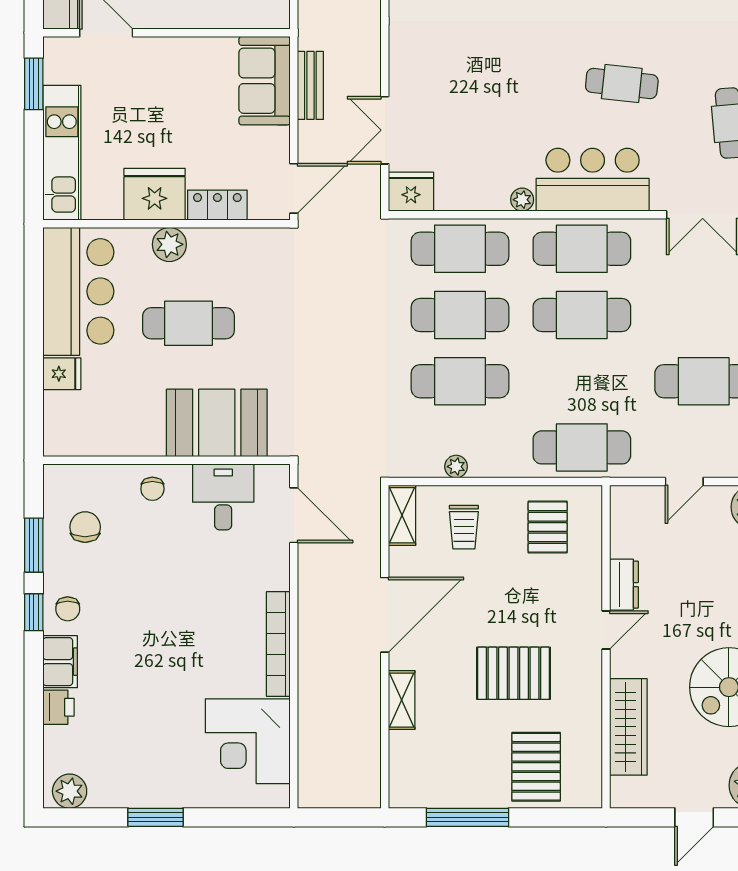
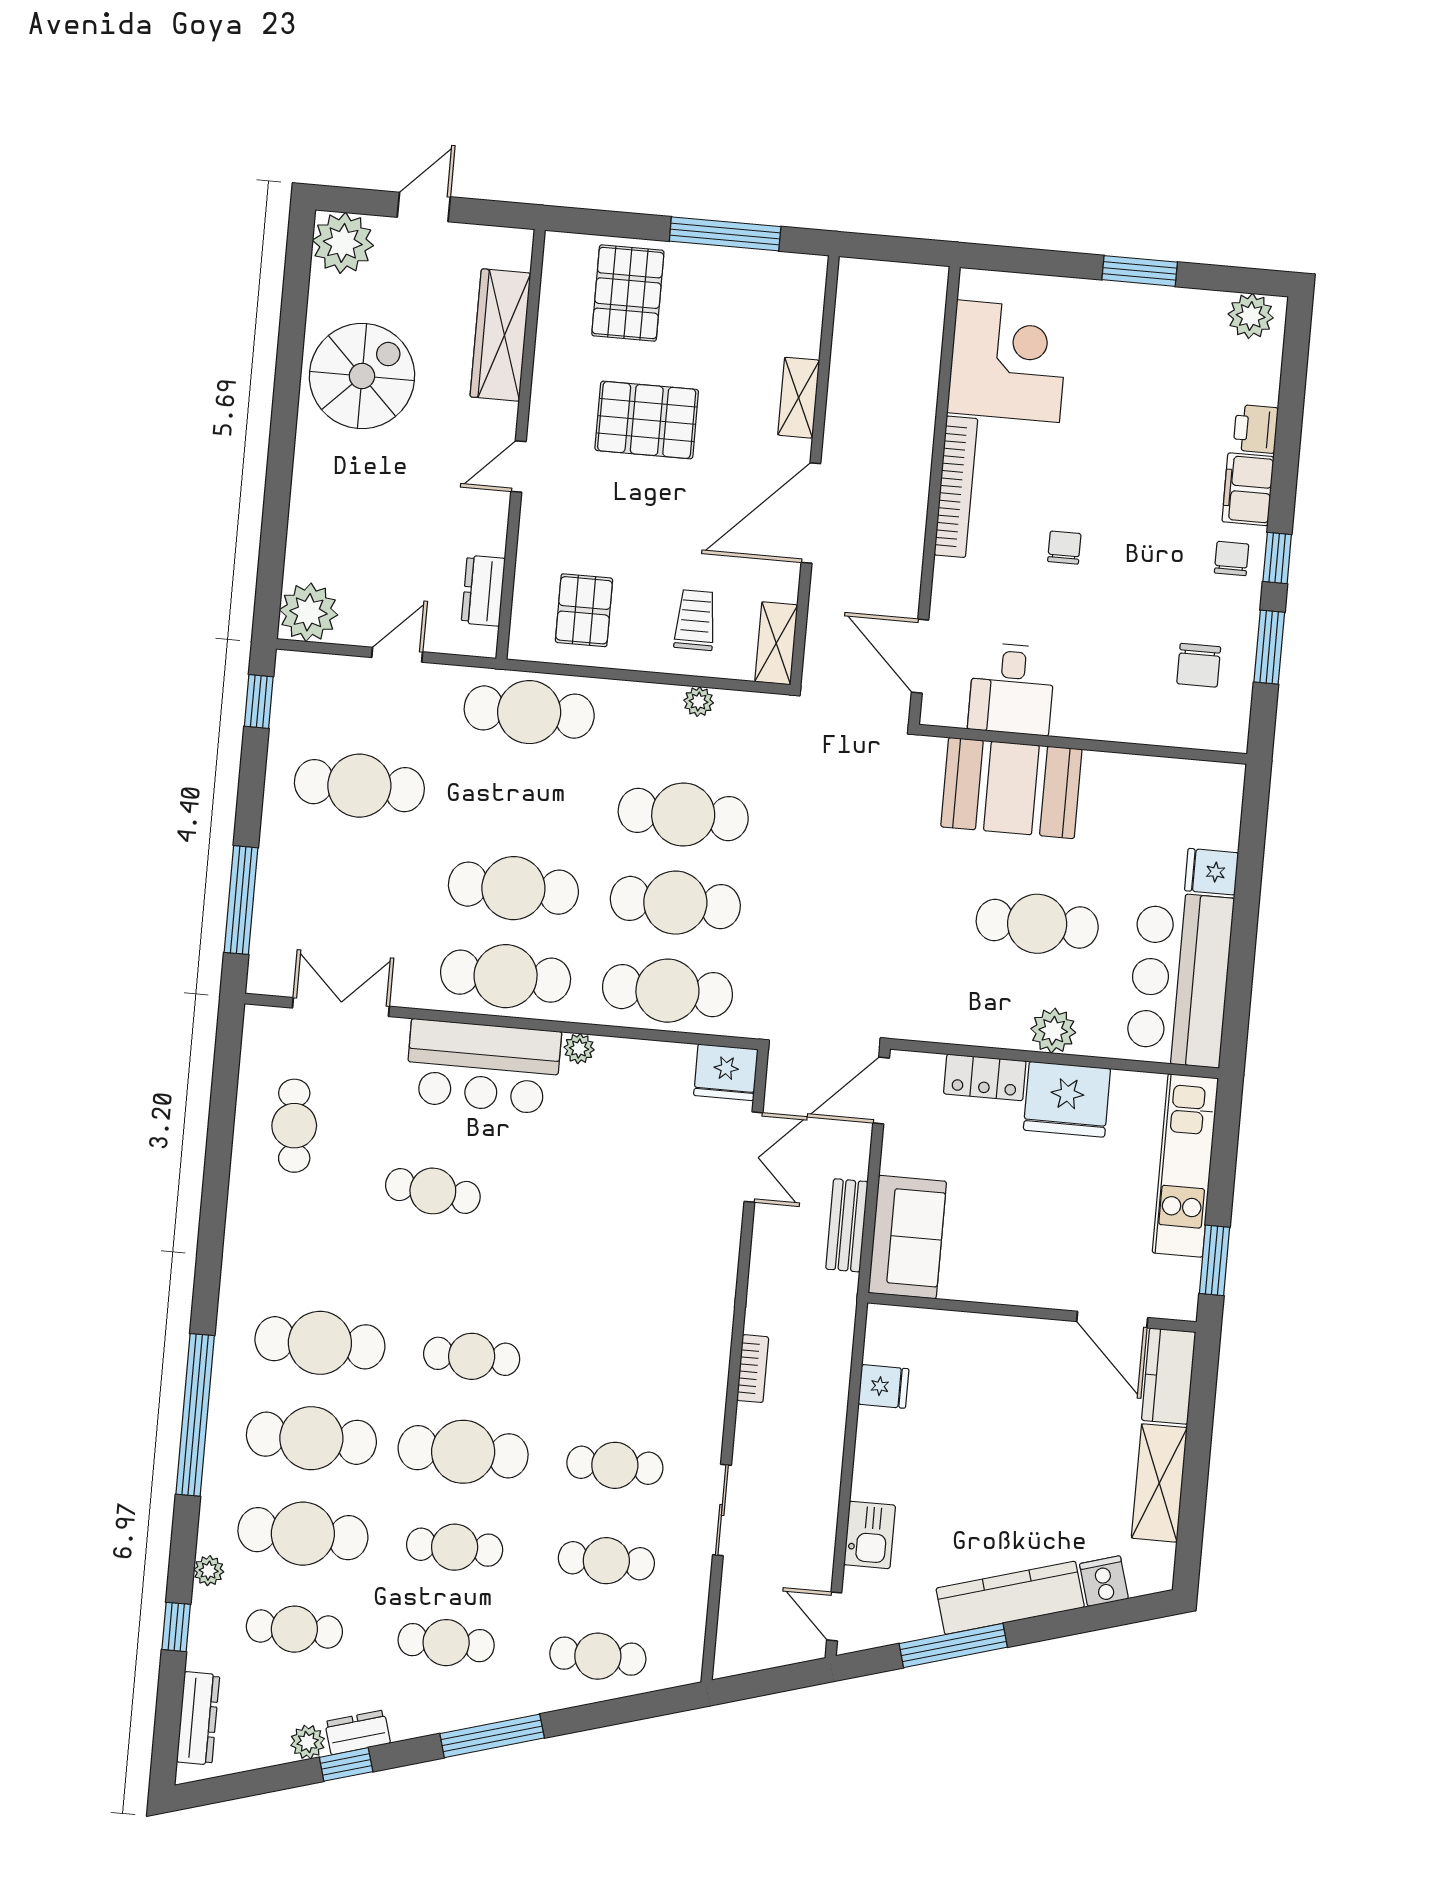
chair: (152, 489) -> (1064, 548), moved
dresser: (624, 585) -> (483, 591), moved

